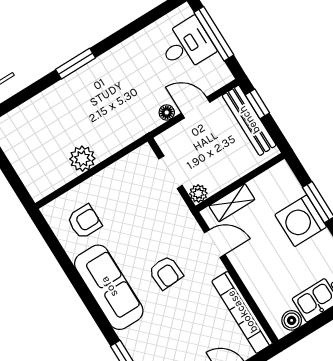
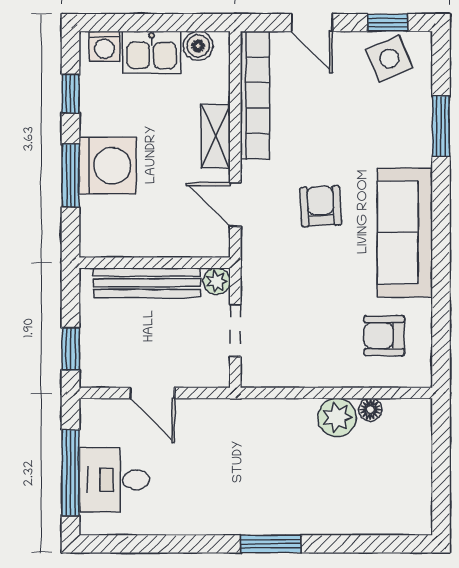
floor lamp: (167, 113) -> (370, 410), moved
bench: (249, 120) -> (147, 283), moved, turned 90
shelving: (232, 203) -> (216, 136), moved, turned 90

